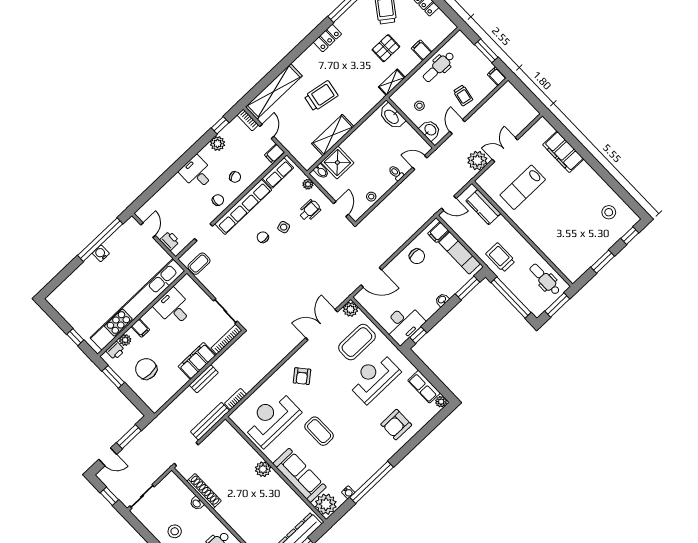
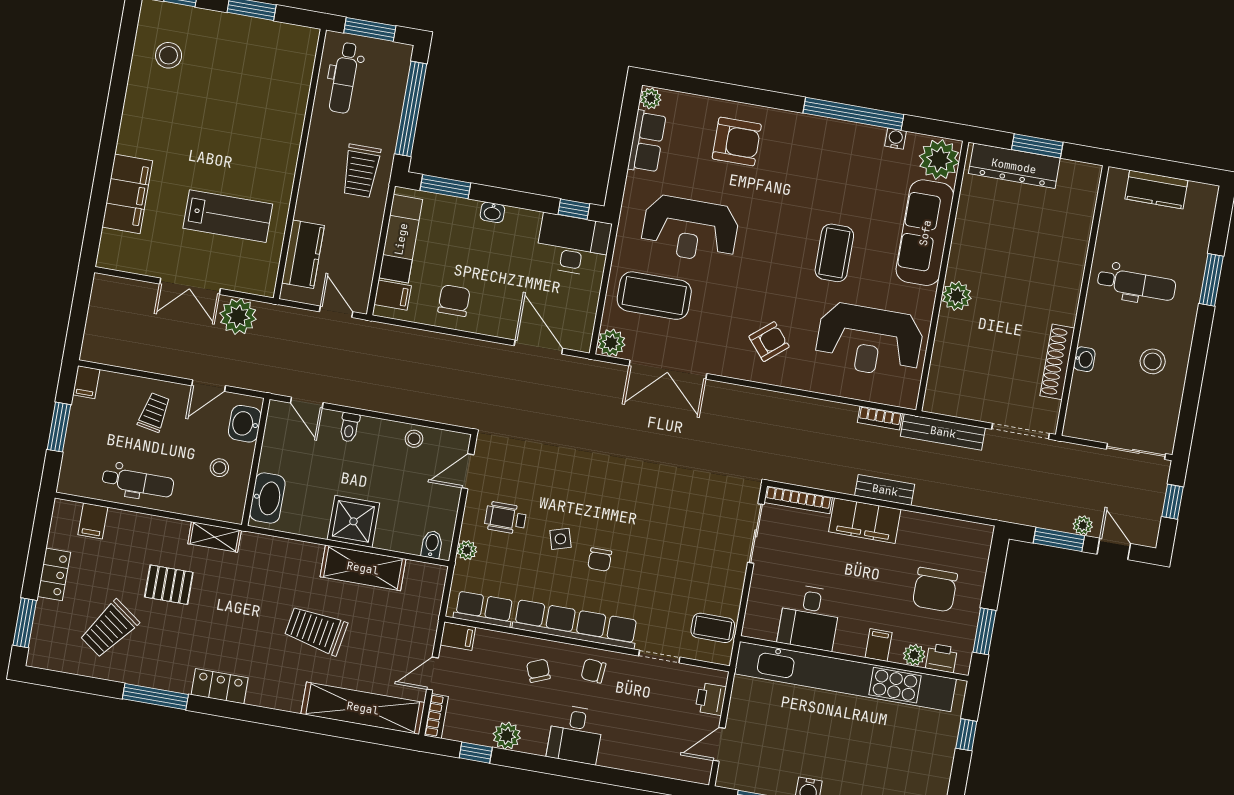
filing cabinet: (422, 50) -> (93, 521), moved
shower: (337, 163) -> (353, 521), moved
plant: (127, 451) -> (1083, 525), added

